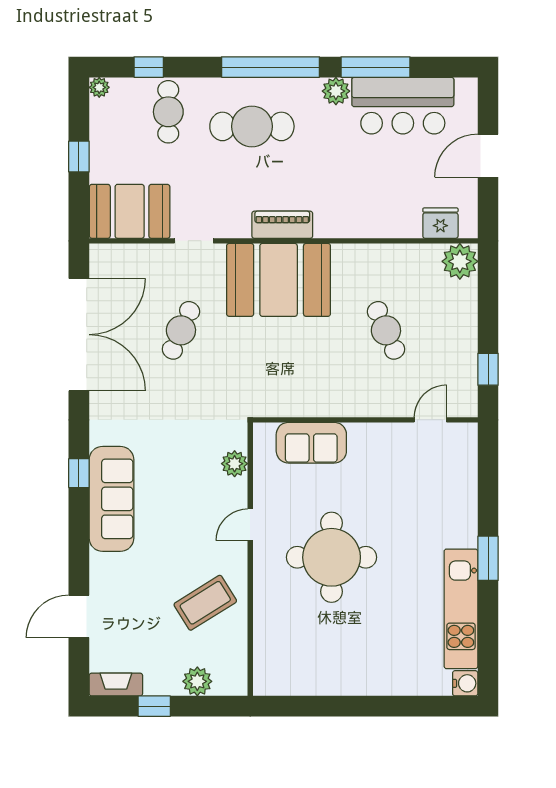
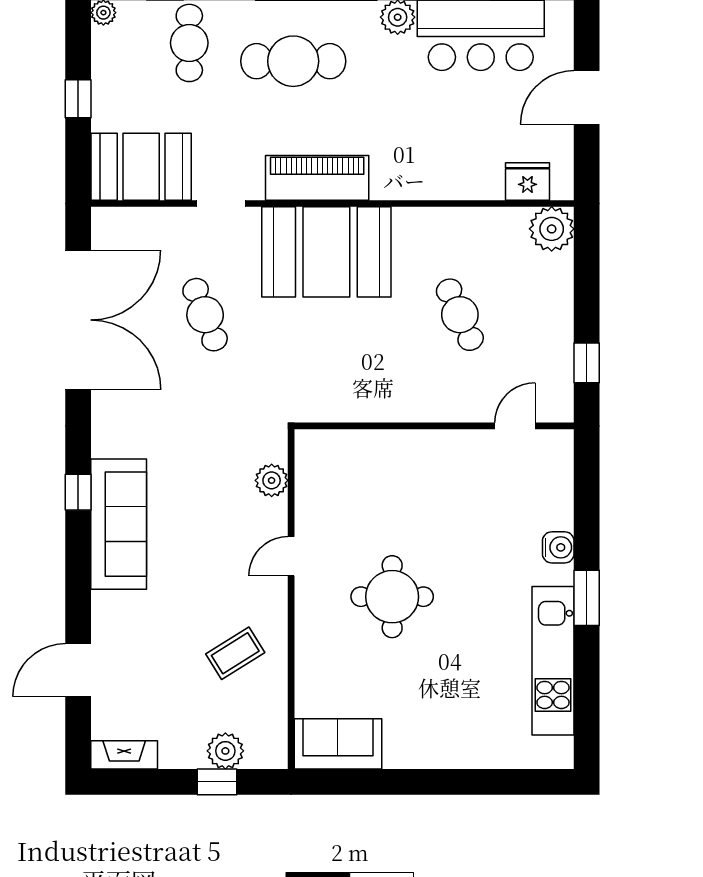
piano: (282, 225) -> (317, 178), width x1.37, depth x1.33
cafe table: (181, 330) -> (205, 315), turned -45
sofa: (311, 443) -> (338, 744), moved, turned 180
round table: (332, 557) -> (392, 597), width x0.73, depth x0.73
coffee table: (205, 603) -> (235, 653), width x0.73, depth x0.77
water cooler: (465, 683) -> (558, 547), moved
window: (154, 706) -> (217, 782), moved

